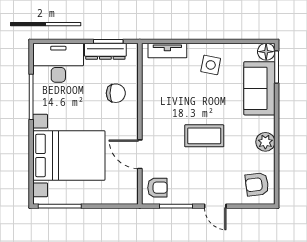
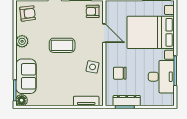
desk: (58, 63) -> (161, 77), moved, turned -90
side table: (211, 65) -> (93, 67), moved

